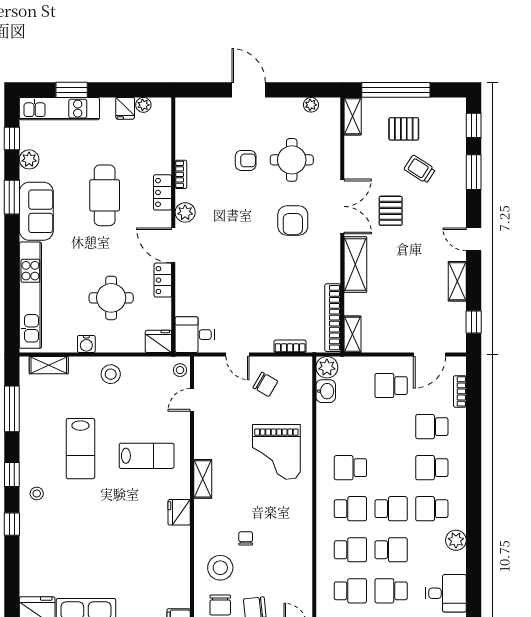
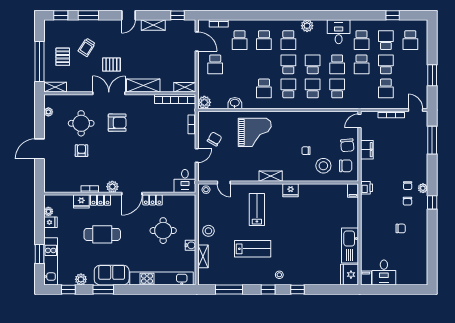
fridge: (158, 341) -> (81, 201), moved, turned -90
shelving: (49, 365) -> (203, 256), moved
washbasin: (326, 391) -> (235, 103), moved

